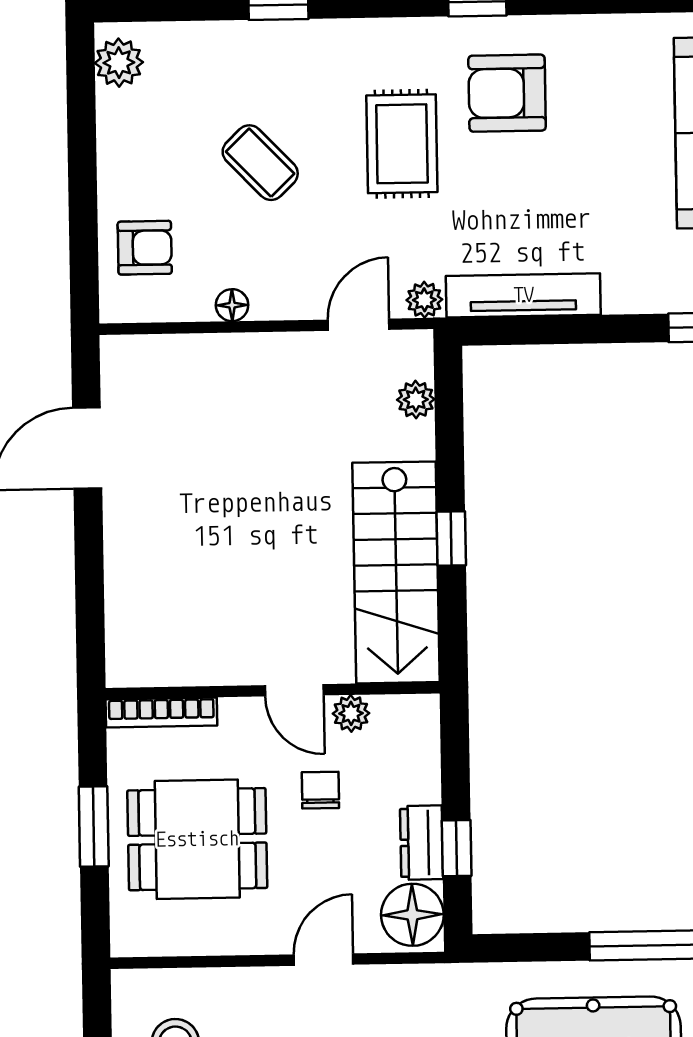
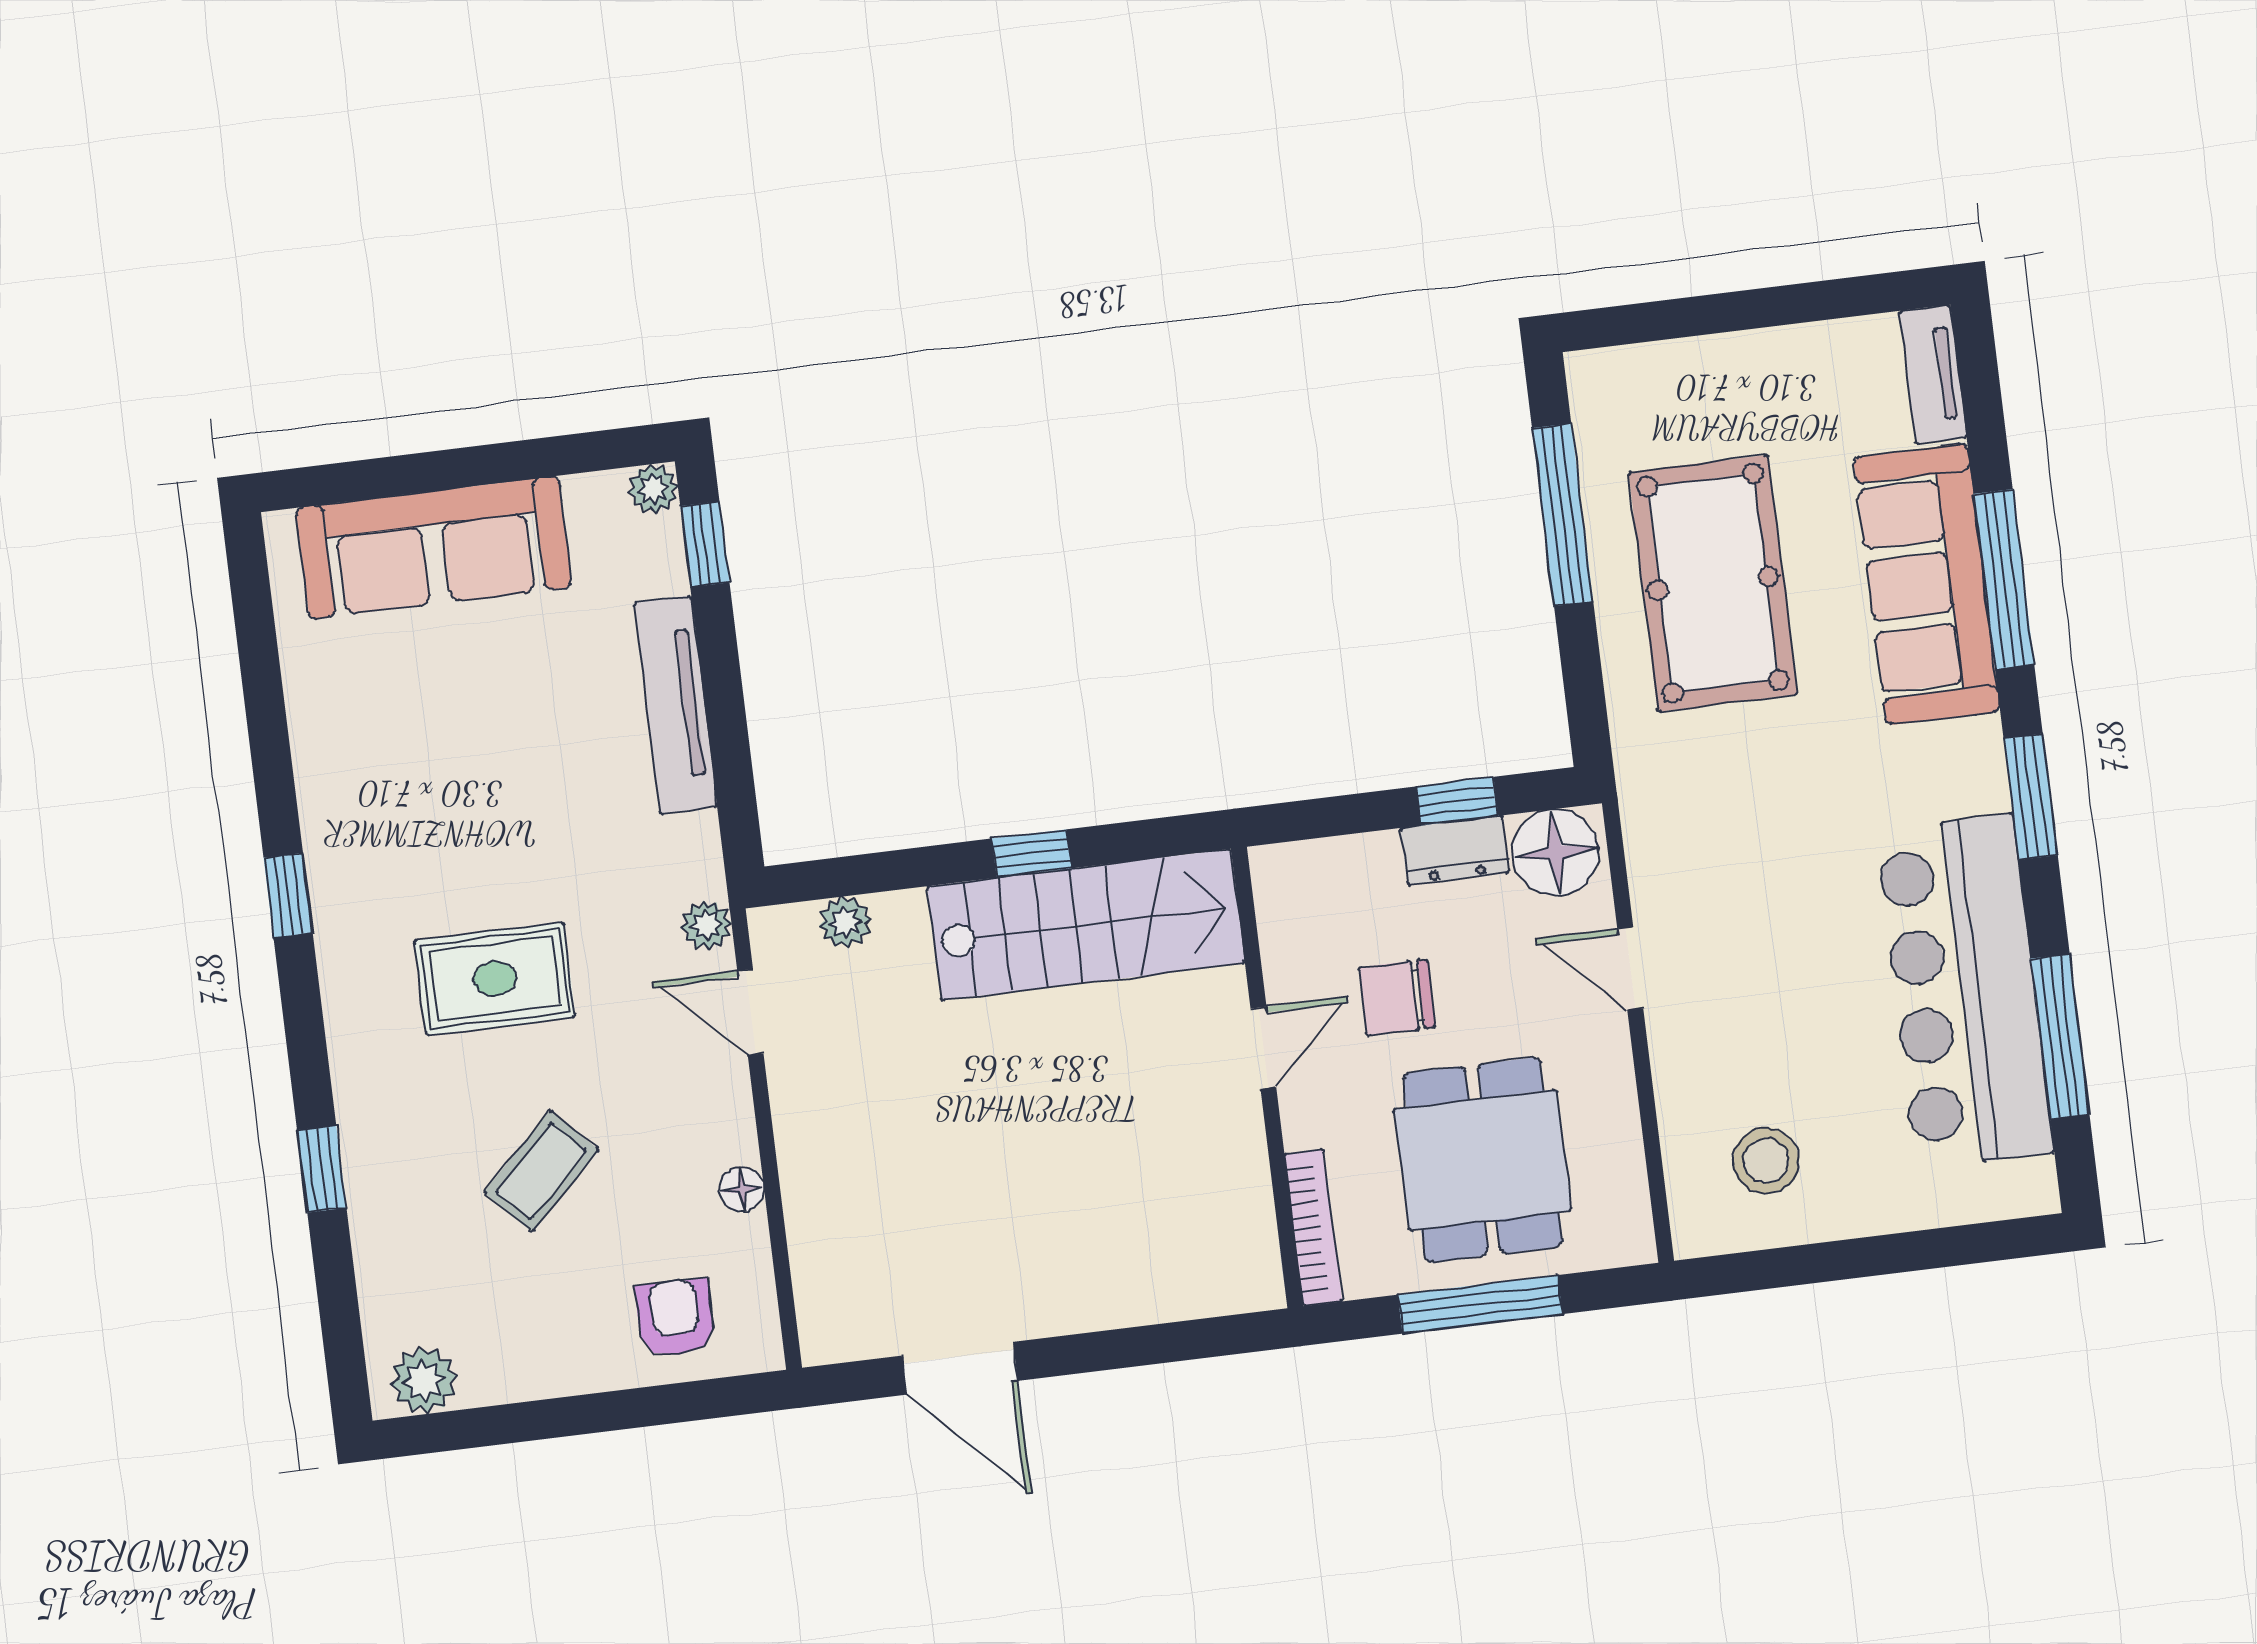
armchair: (507, 93) -> (410, 841), removed
tv unit: (523, 295) -> (676, 705), moved
plant: (351, 713) -> (1287, 966), removed
chair: (320, 790) -> (1397, 997), width x1.37, depth x1.37
window: (94, 827) -> (1480, 1304), width x1.44

